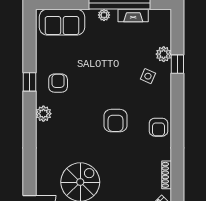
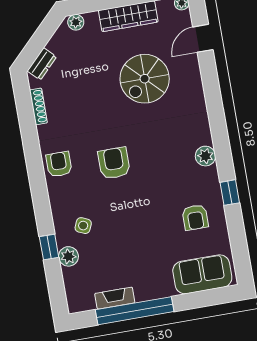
plant: (104, 15) -> (151, 292), removed
armchair: (58, 83) -> (195, 217), moved

